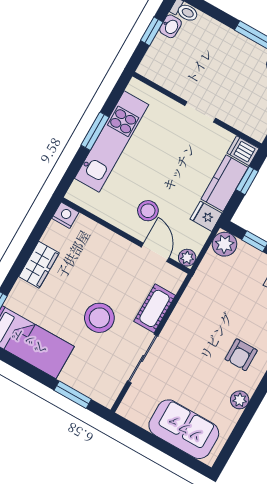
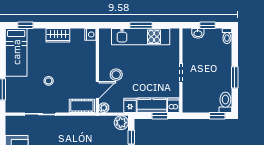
washbasin: (171, 26) -> (198, 33), moved
cot: (155, 308) -> (82, 106), moved
stool: (99, 318) -> (49, 81), width x0.53, depth x0.53

